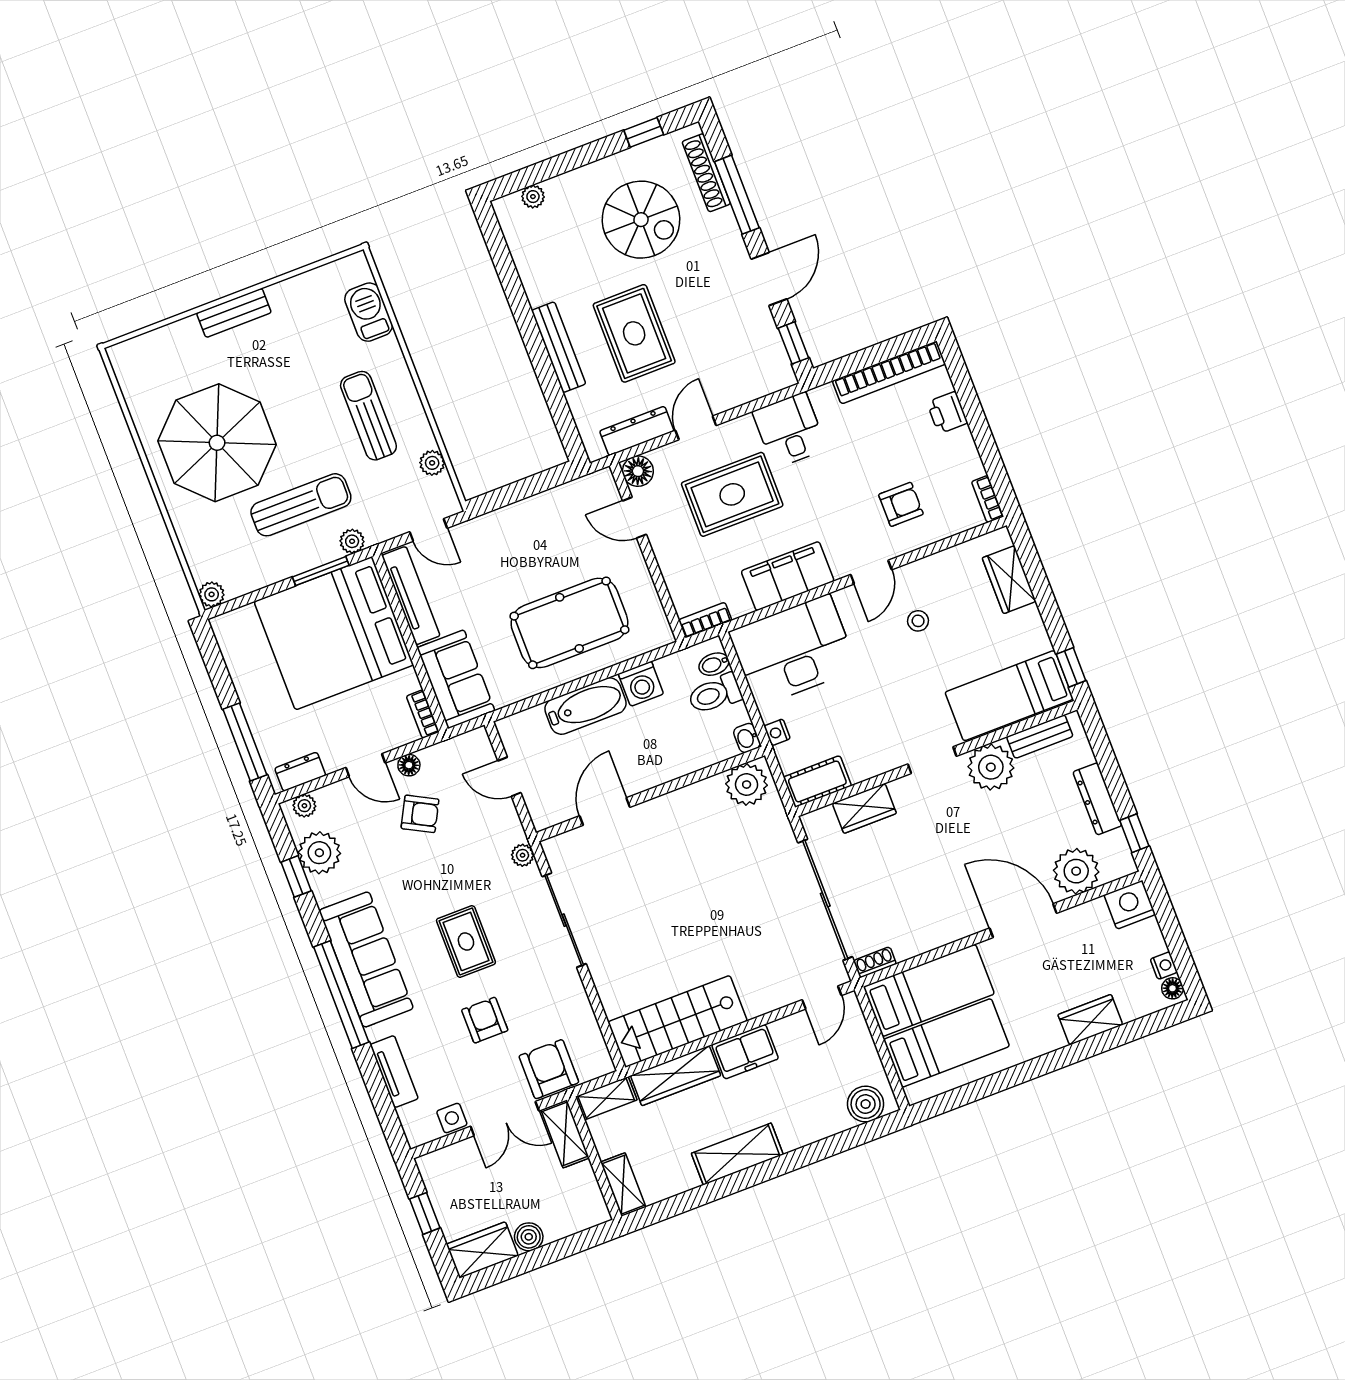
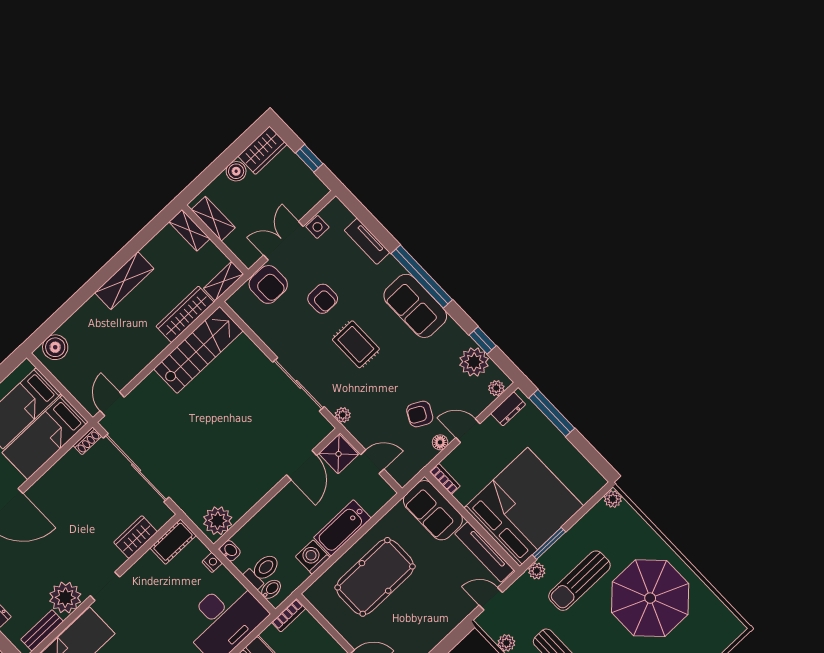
shower: (550, 806) -> (339, 454), added
sofa: (366, 959) -> (415, 306), width x0.73
freezer: (745, 1052) -> (147, 348), removed
shelving: (565, 1134) -> (213, 219), moved

